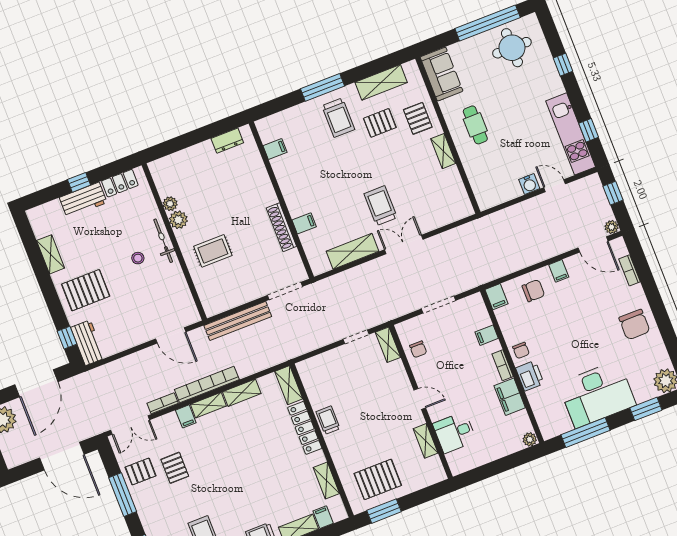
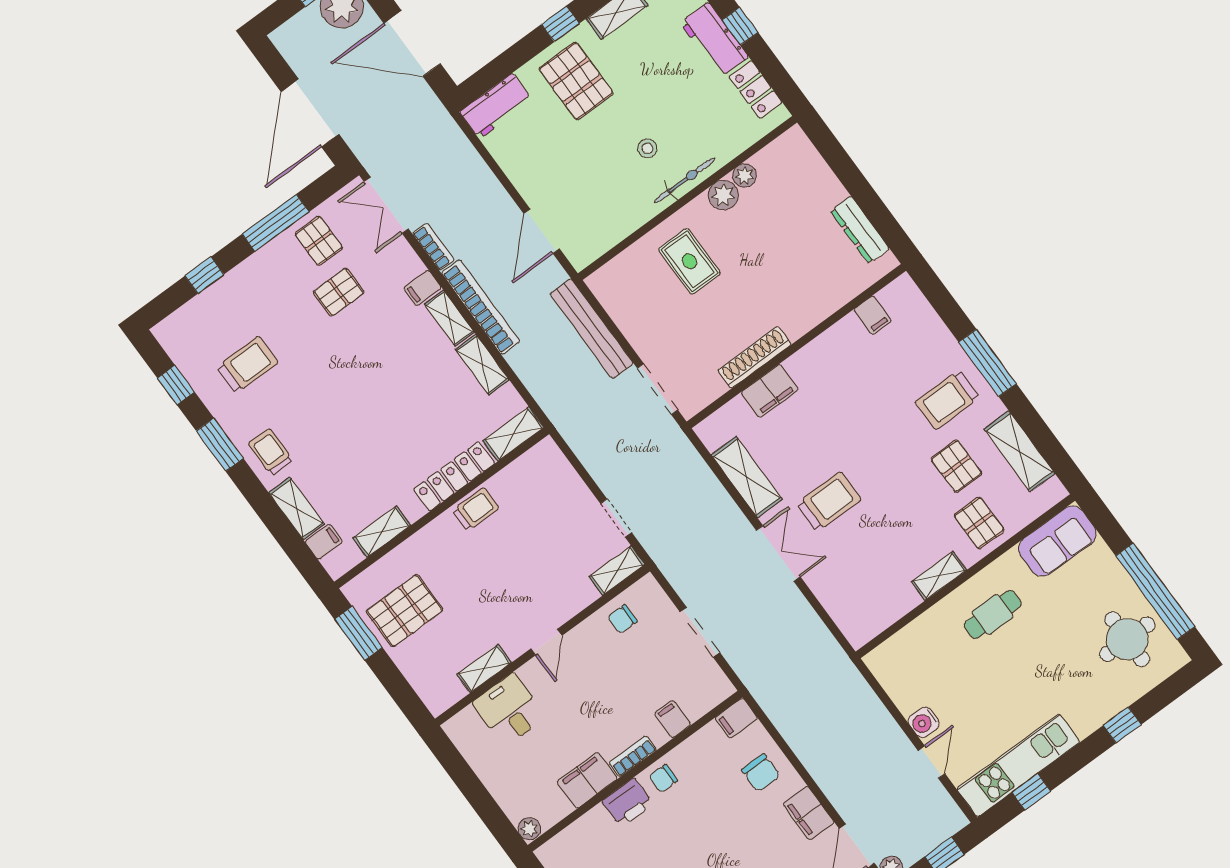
pallet: (418, 118) -> (979, 523), turned 90
dresser: (227, 141) -> (860, 230), width x1.44
filing cabinet: (304, 223) -> (770, 391), width x2.00
filing cabinet: (559, 271) -> (809, 813), width x2.00
window: (67, 338) -> (560, 24), moved
pallet: (378, 479) -> (405, 611), turned 90

